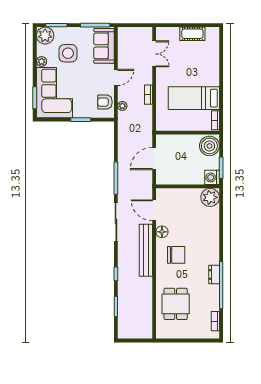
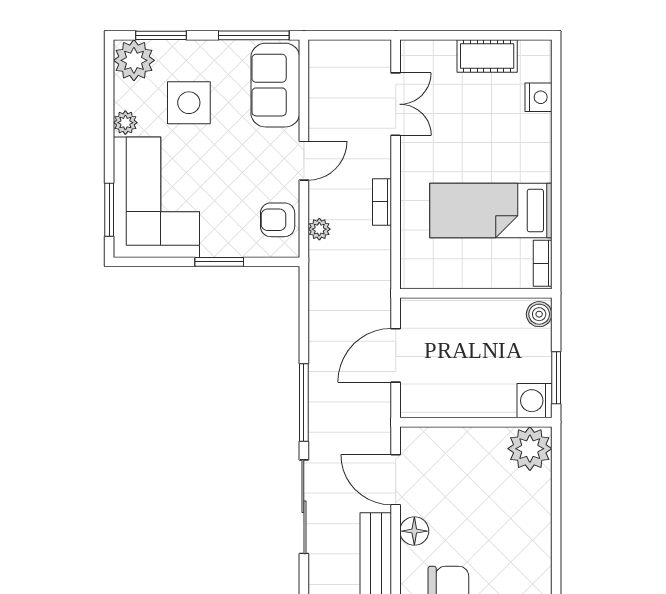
nightstand: (214, 51) -> (539, 97), added
boiler: (209, 146) -> (539, 314), width x0.54, depth x0.54

